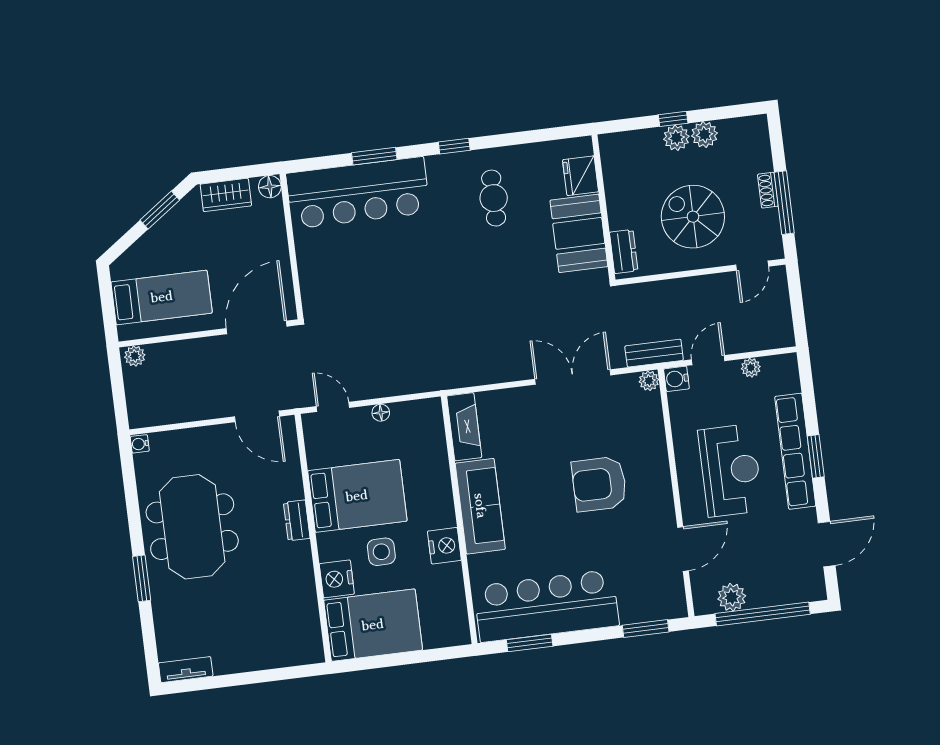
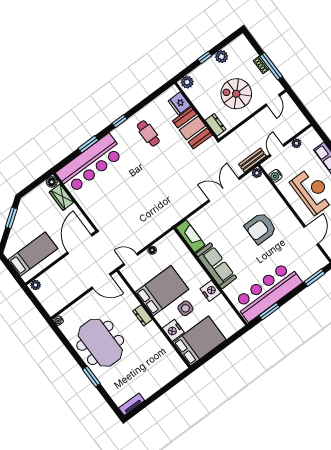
plant: (676, 138) -> (187, 82), moved
wardrobe: (226, 195) -> (62, 197), moved, turned 90
water cooler: (676, 379) -> (276, 176), moved

